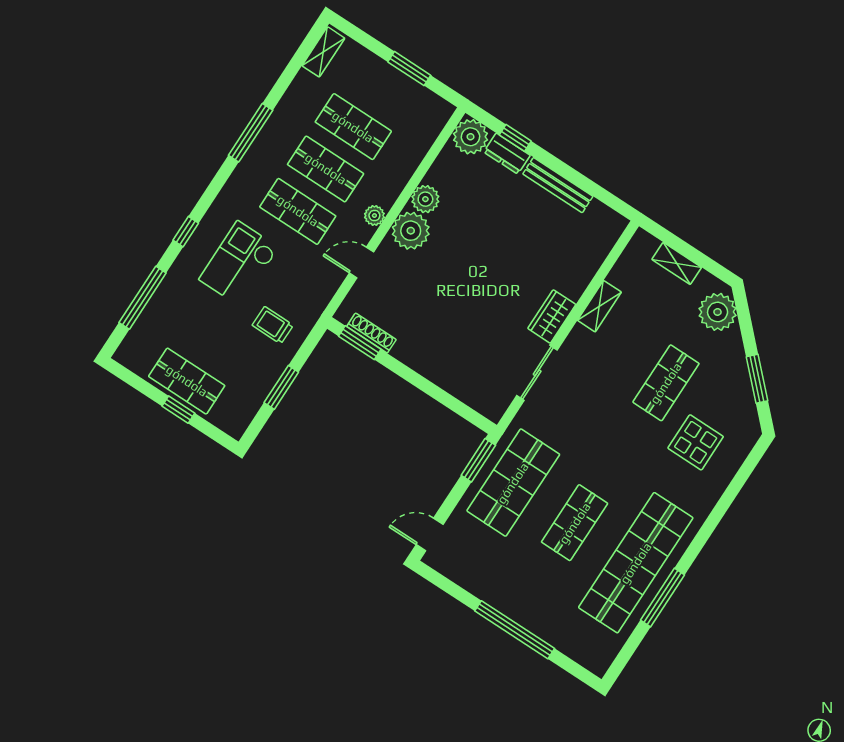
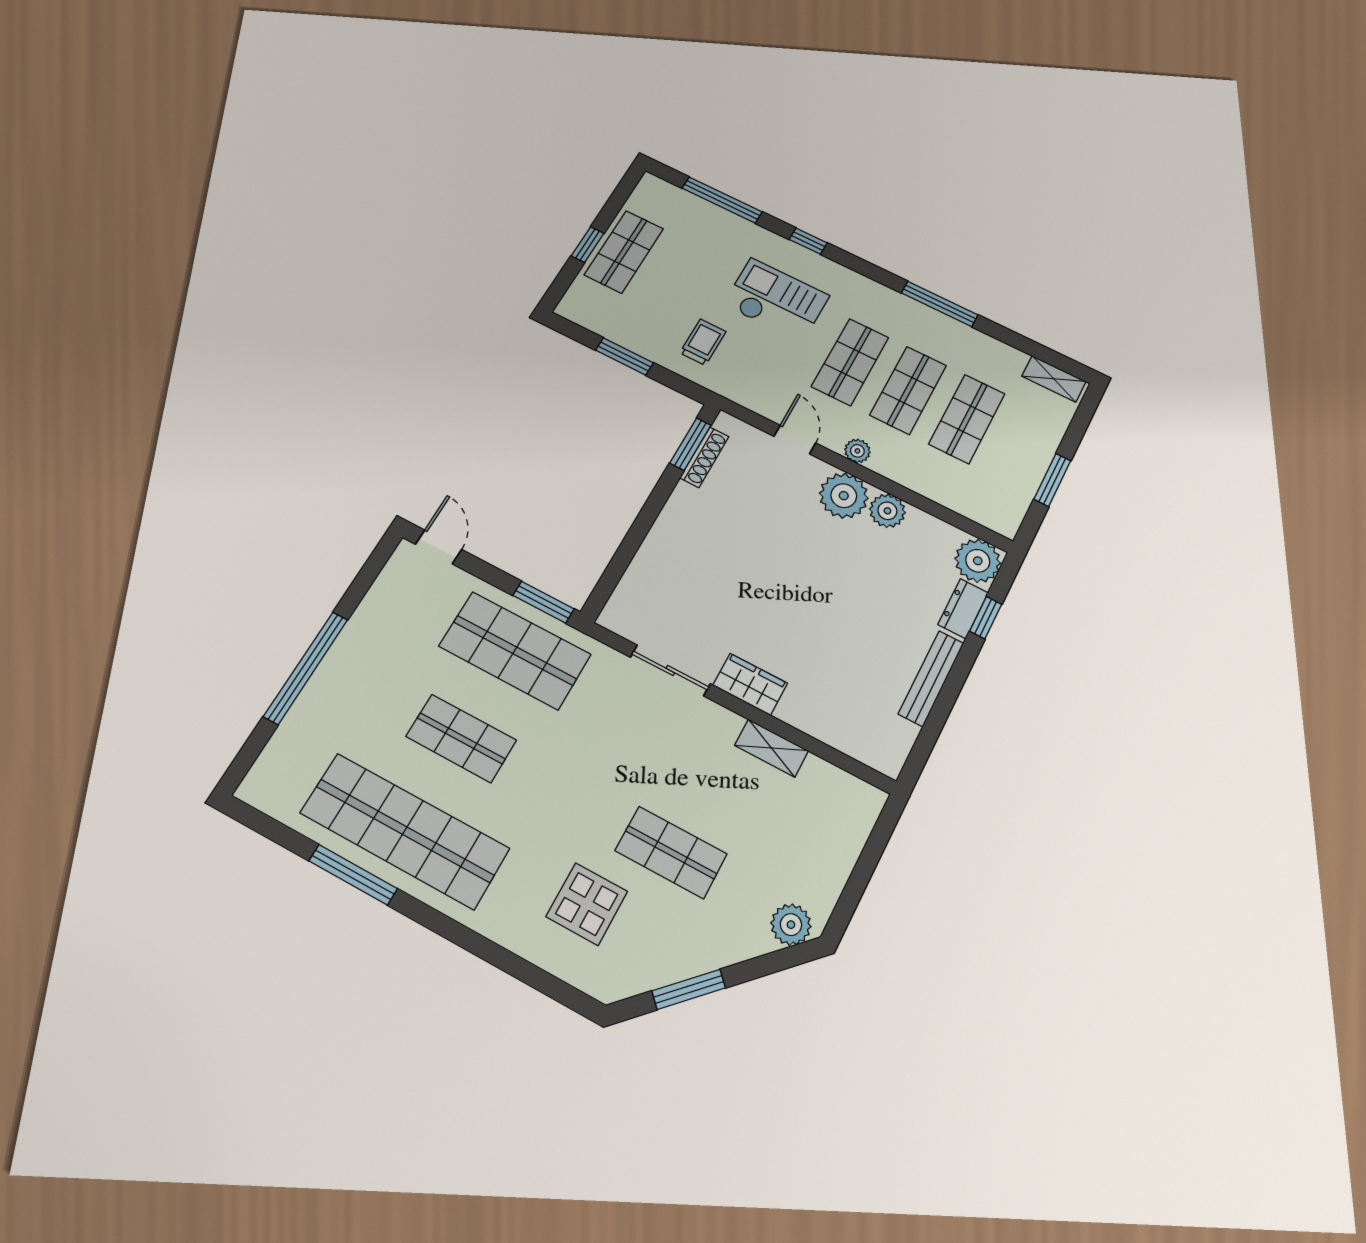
shelving: (677, 263) -> (845, 853), removed
plant: (718, 312) -> (791, 925), width x0.73, depth x0.73

